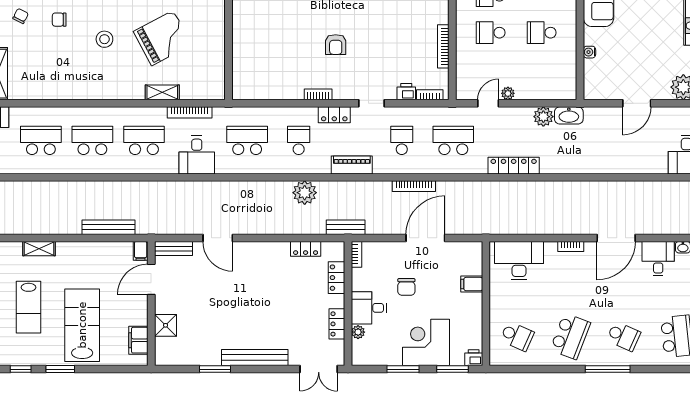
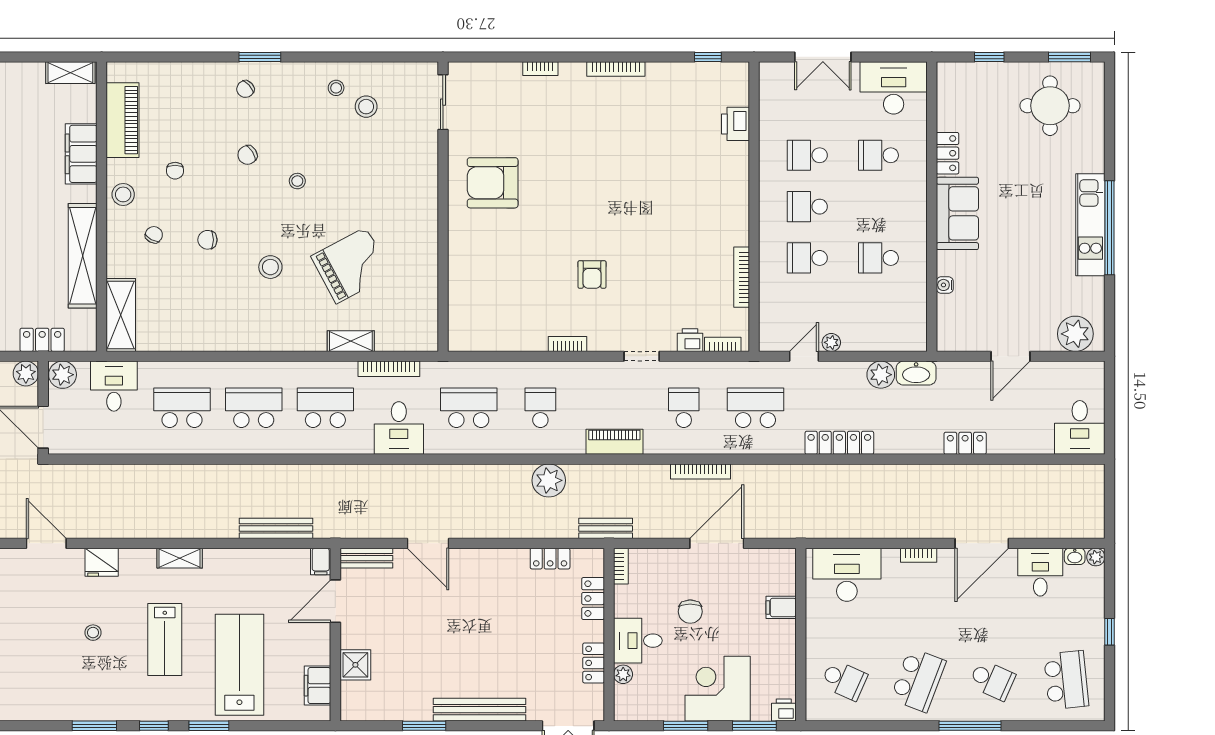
locker: (334, 115) -> (965, 443), moved, turned 180

